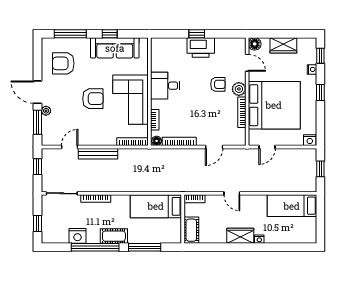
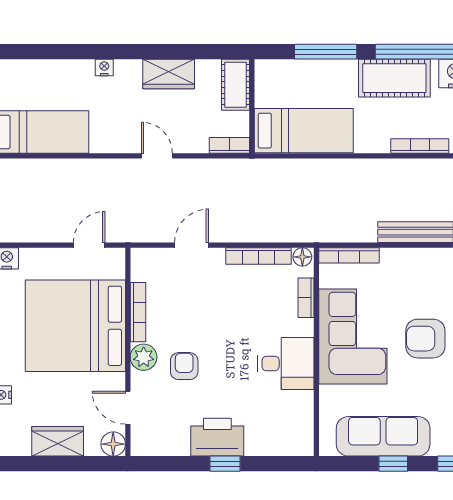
armchair: (218, 84) -> (184, 366), turned 90
cot: (114, 236) -> (394, 78), width x1.37, depth x1.34
wardrobe: (240, 236) -> (169, 74), moved

